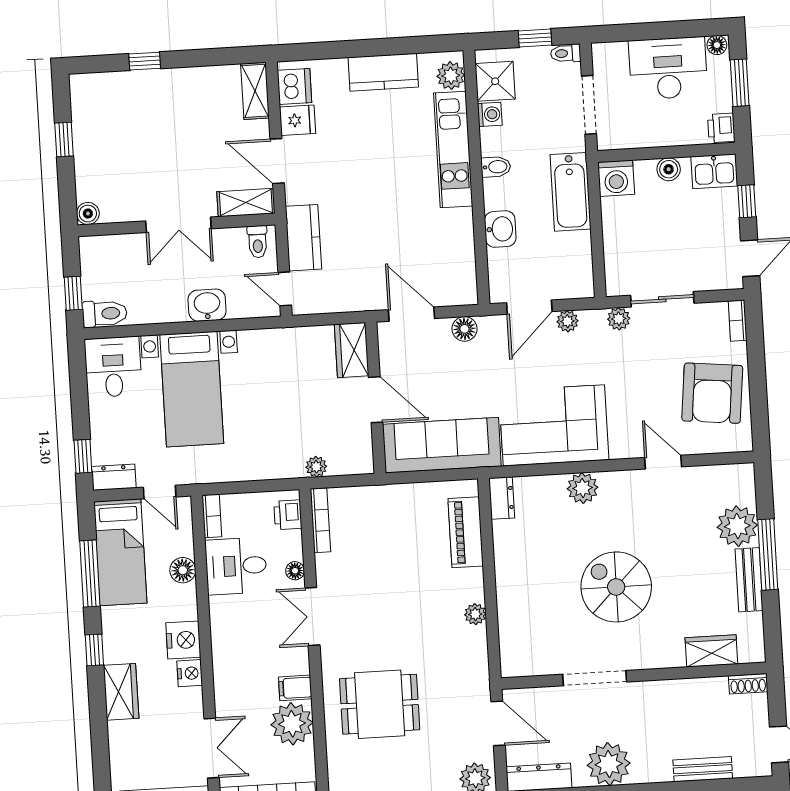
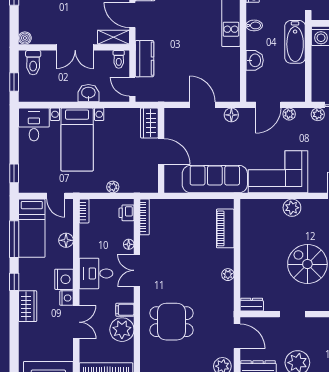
toilet: (105, 314) -> (33, 63), moved, turned 90
wardrobe: (352, 350) -> (149, 123), moved
wall: (375, 398) -> (161, 150), moved
door: (376, 400) -> (161, 152), moved
plant: (316, 467) -> (113, 187), moved
dresser: (114, 477) -> (31, 186), removed
dresser: (502, 498) -> (252, 305), moved, turned -90
desk: (236, 566) -> (96, 273), moved
doorway: (595, 678) -> (292, 314), width x0.73
double door: (212, 748) -> (76, 322), moved

